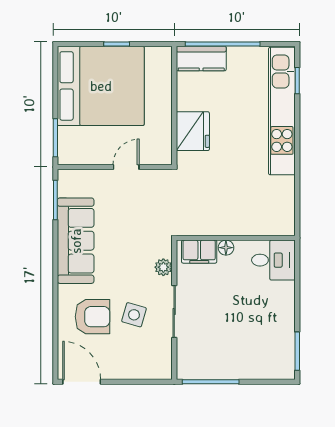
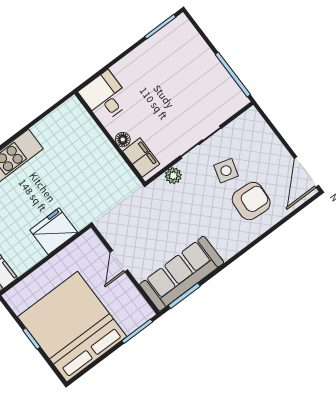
door: (126, 167) -> (119, 261), hinge flipped
sofa: (76, 241) -> (182, 274), moved
armchair: (92, 317) -> (251, 201), turned 94

